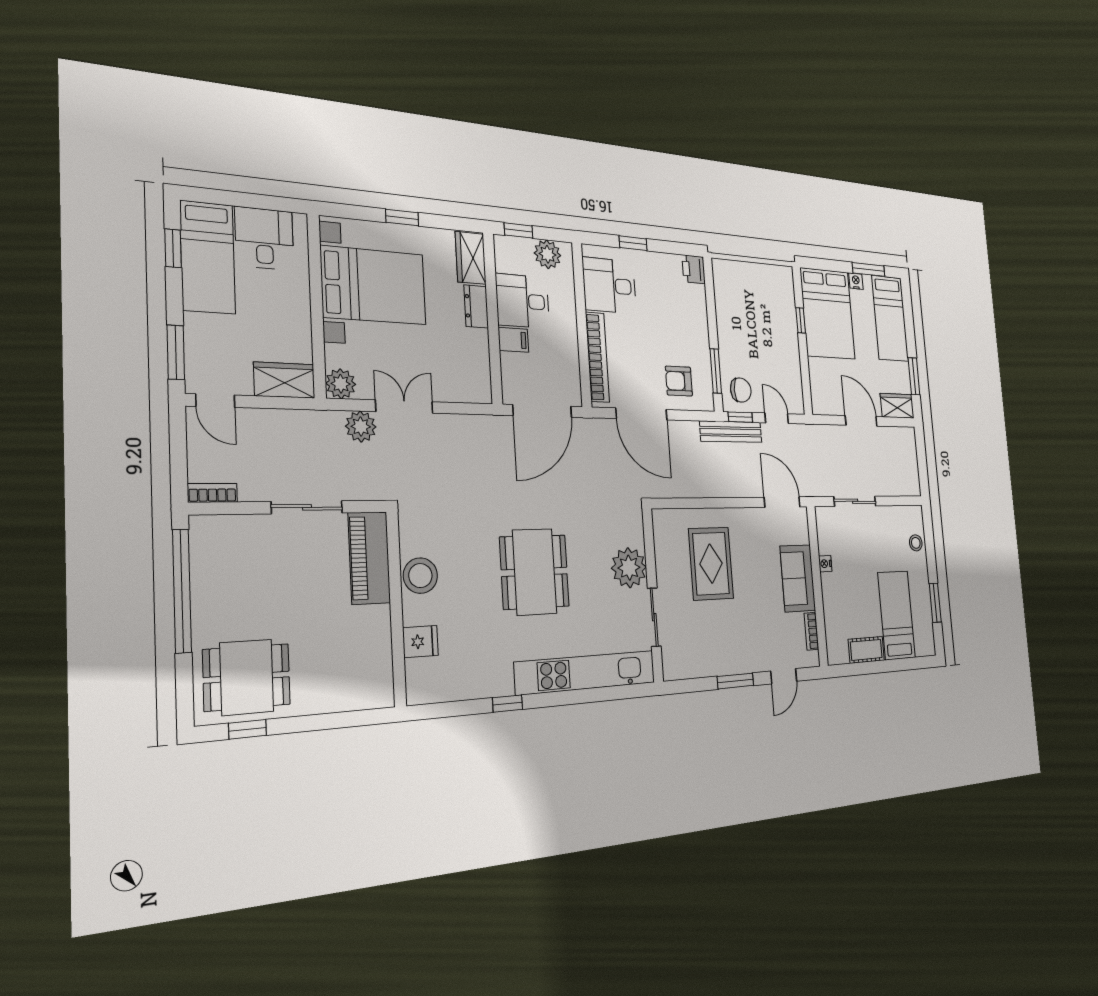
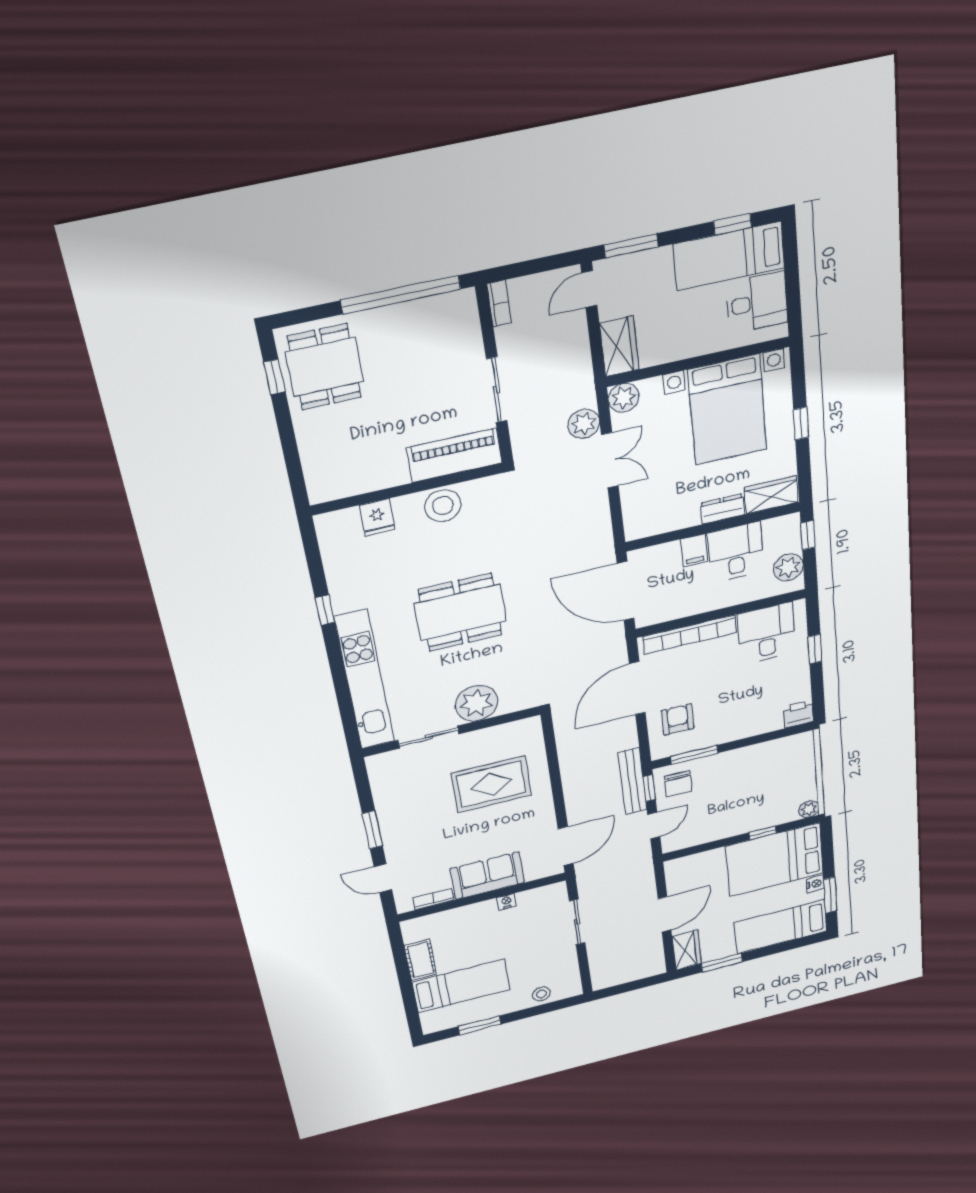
plant: (786, 275) -> (809, 809), added

